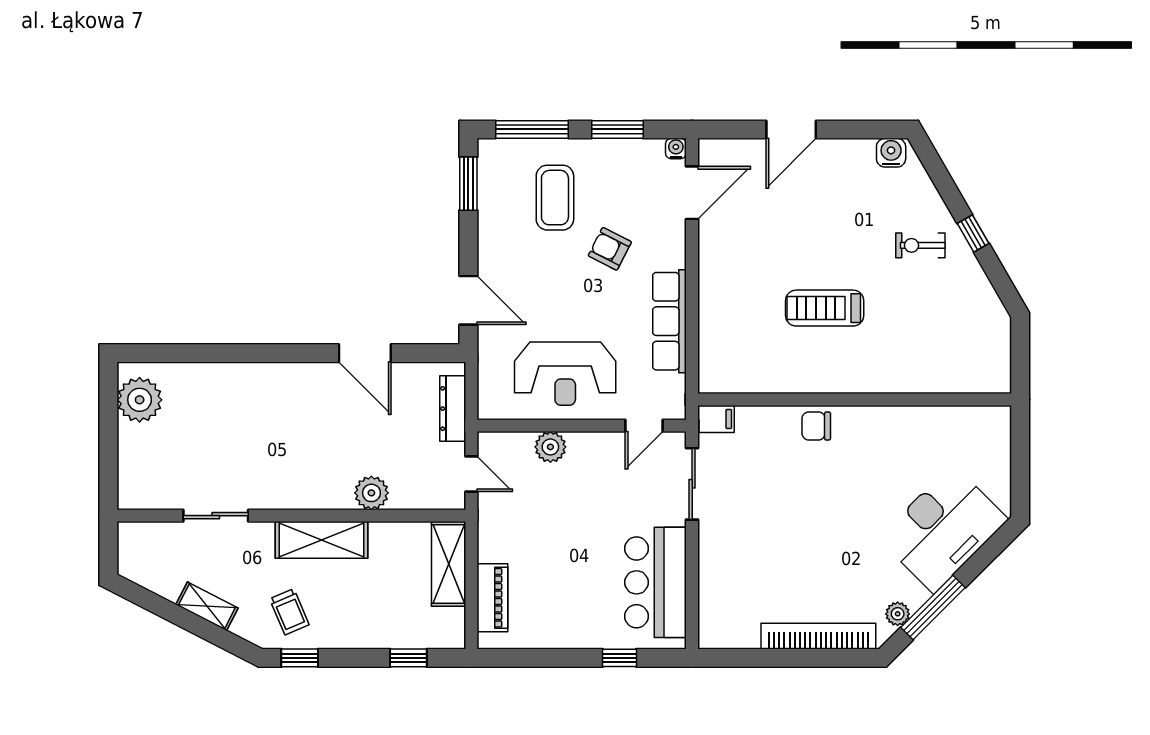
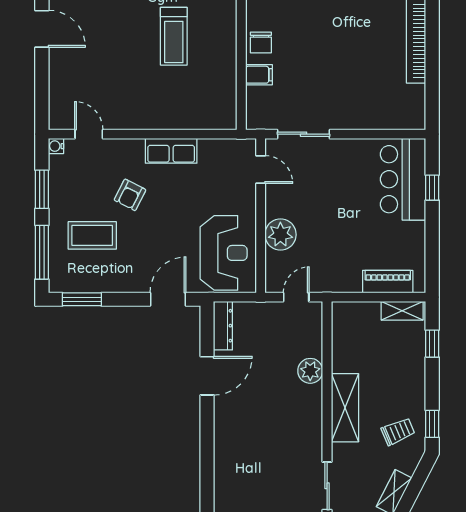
door: (791, 129) -> (42, 29), moved
door: (692, 193) -> (89, 134), width x0.73
row of seats: (669, 321) -> (171, 151), width x0.68
reception desk: (565, 374) -> (224, 253), moved
dresser: (453, 409) -> (223, 326), moved, turned -90
filing cabinet: (716, 419) -> (259, 75), moved, turned 90
plant: (550, 447) -> (280, 235), width x1.36, depth x1.36
shelving: (449, 564) -> (402, 311), moved, width x0.67, depth x0.75
bar counter: (656, 582) -> (403, 179), moved, turned 90

